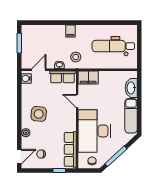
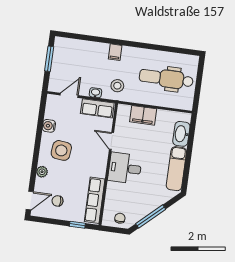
filing cabinet: (88, 77) -> (143, 115), moved
water cooler: (26, 78) -> (49, 126), moved
desk: (94, 131) -> (125, 168), width x0.53, depth x0.77

